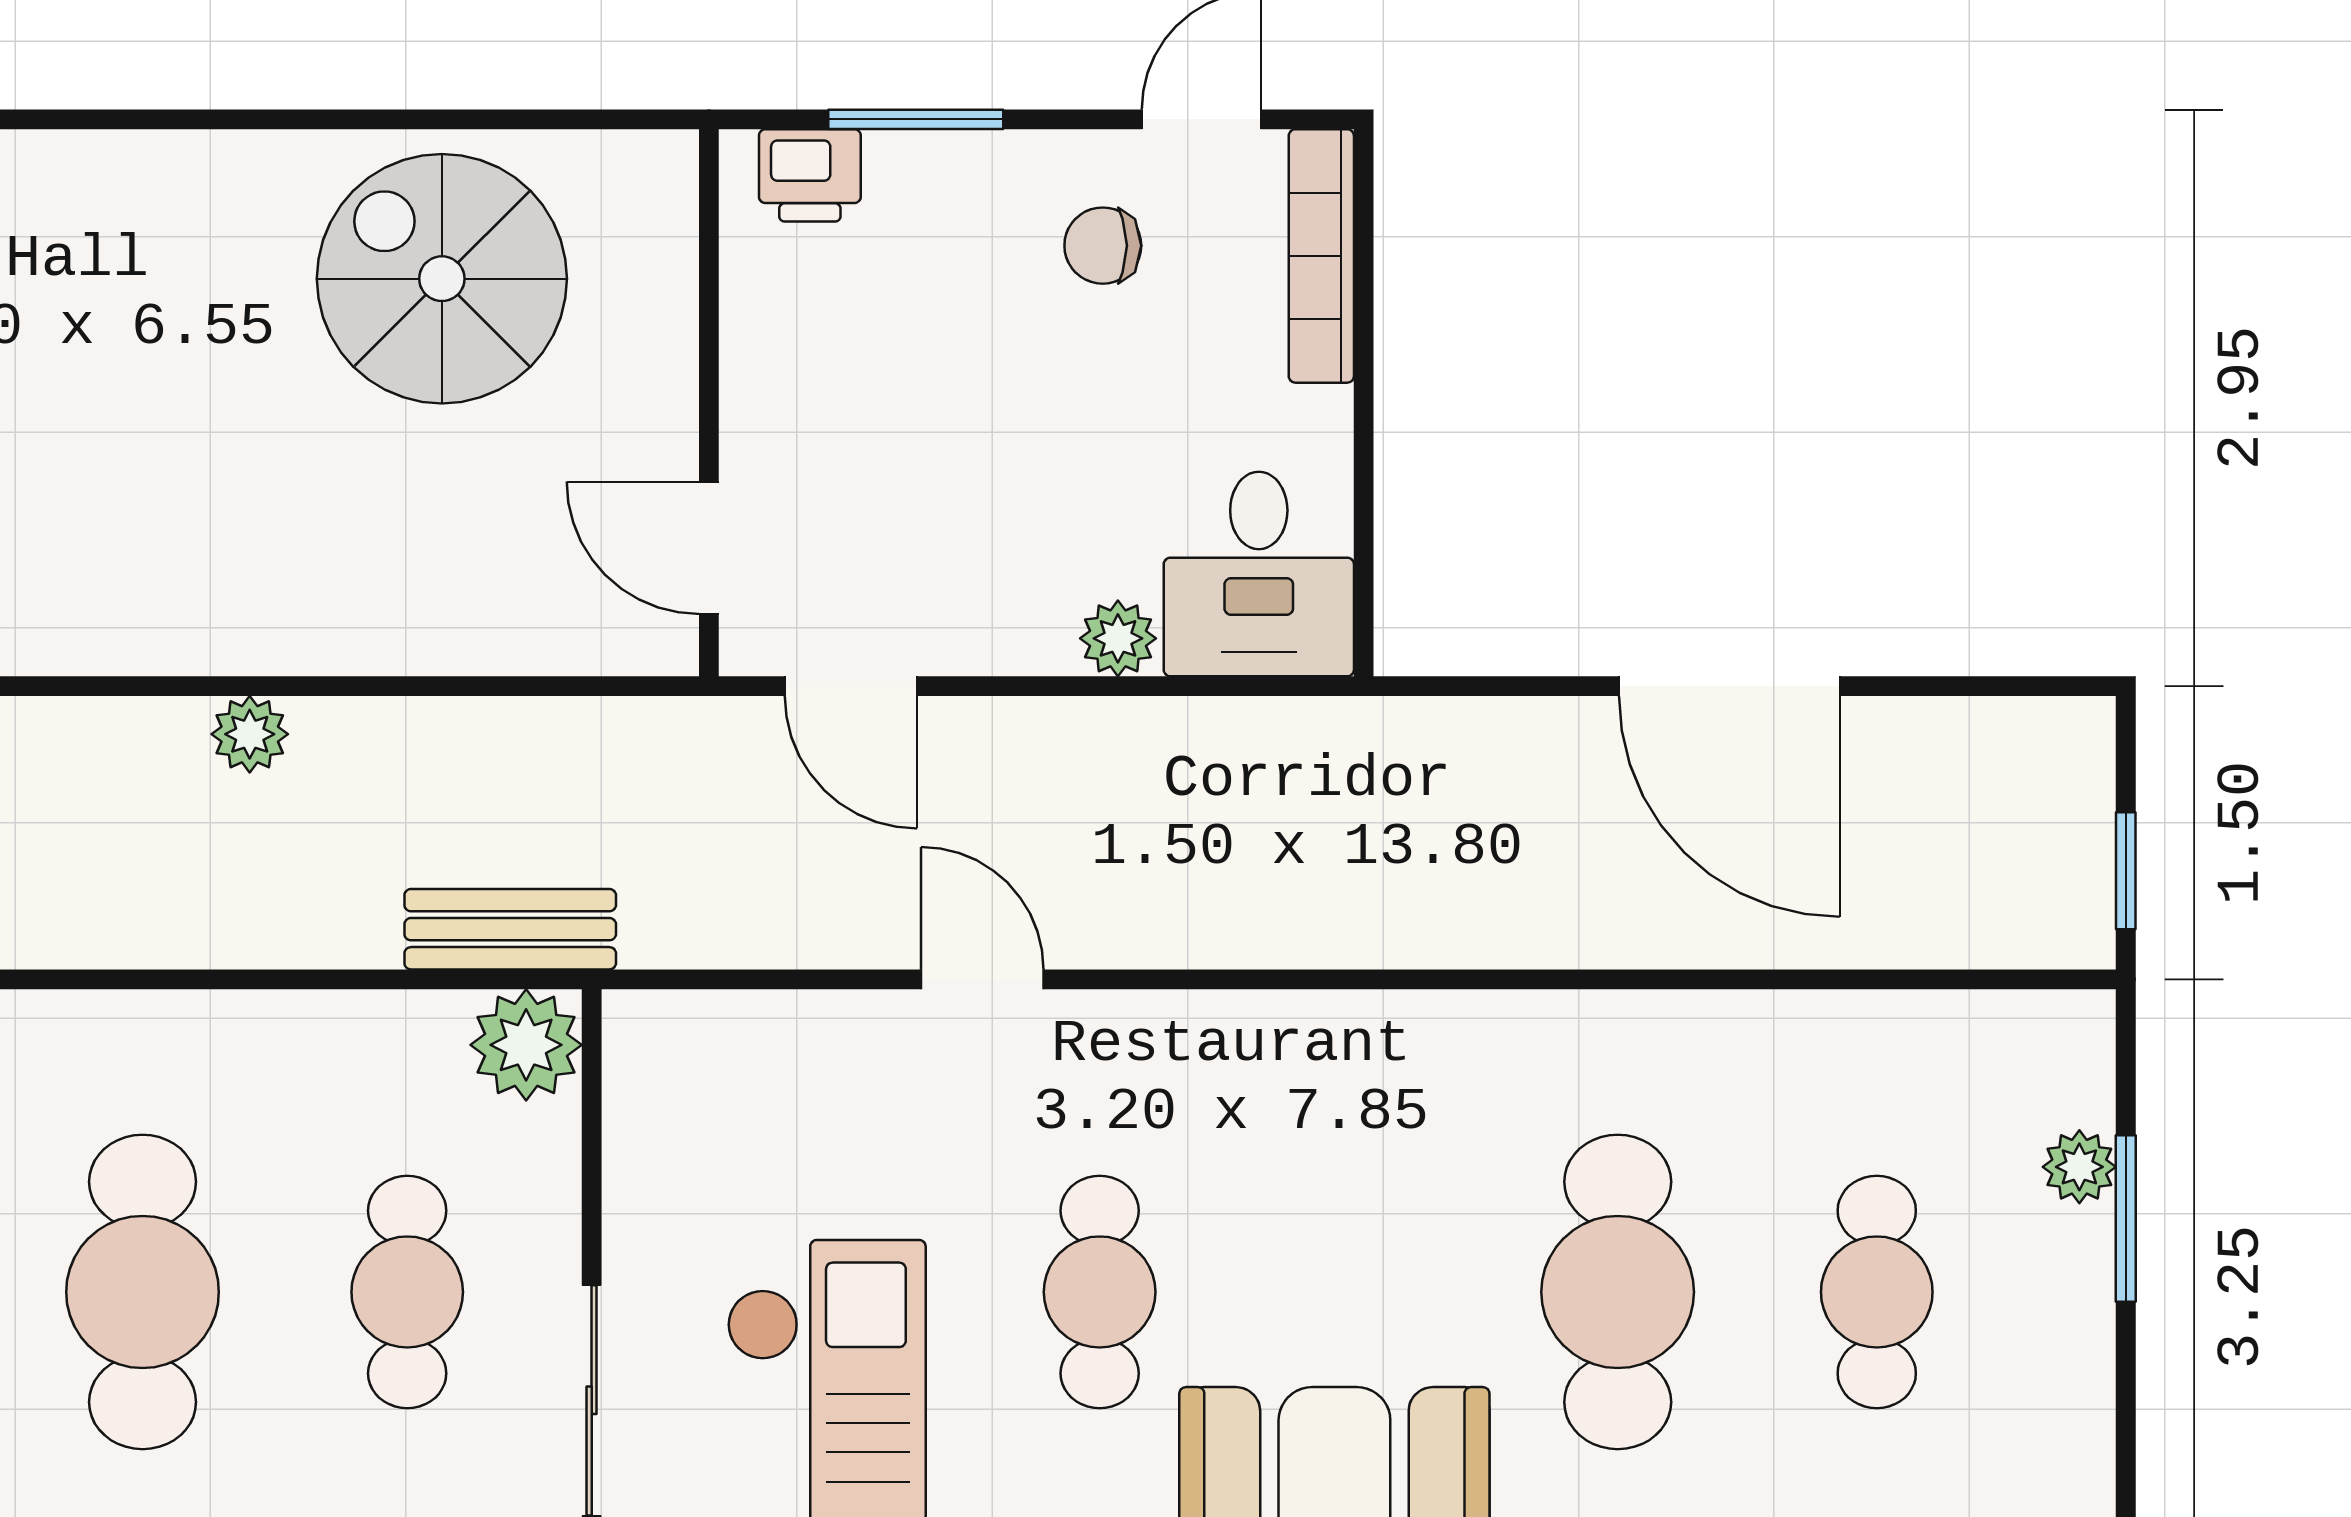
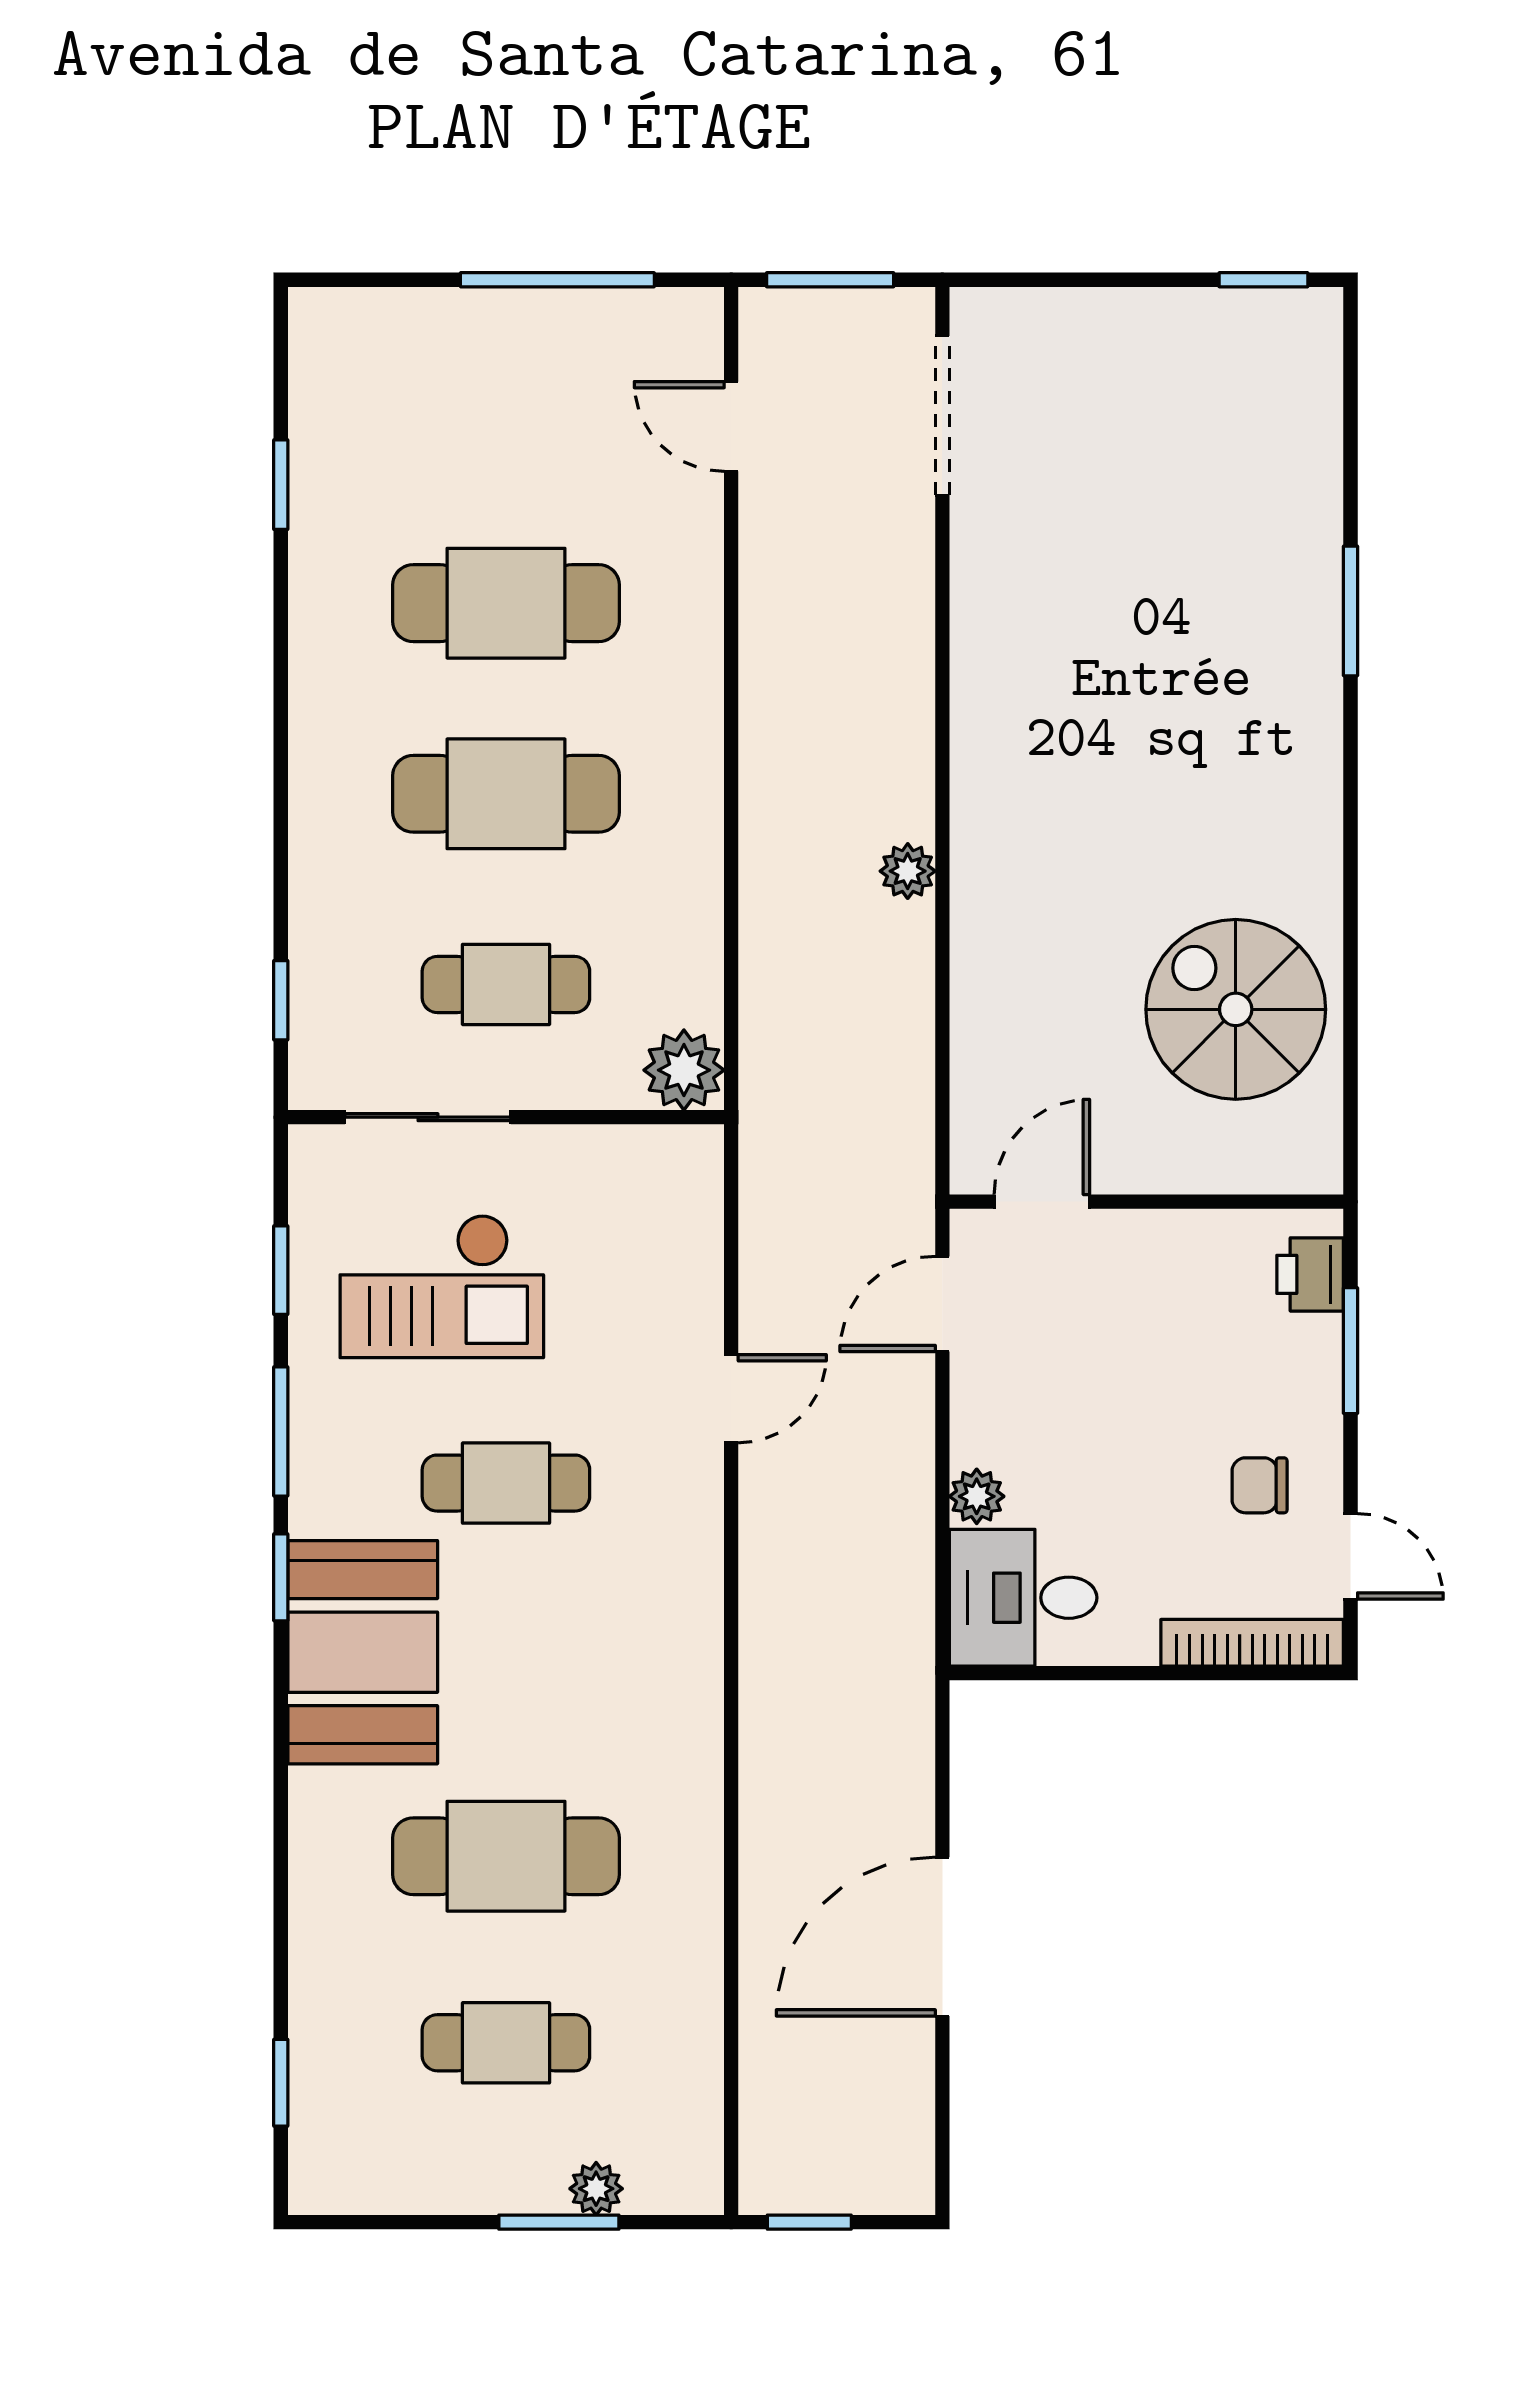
chair: (1103, 246) -> (1260, 1485), turned -90
spiral stairs: (442, 279) -> (1236, 1009), turned -90
bench: (510, 929) -> (767, 1059), removed

